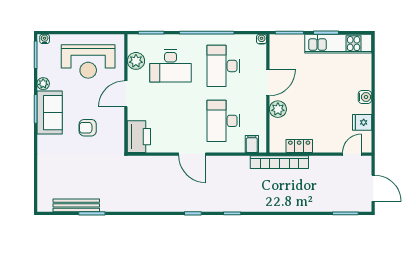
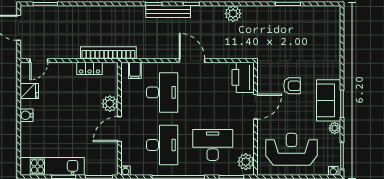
plant: (136, 61) -> (246, 162), moved
door: (126, 94) -> (255, 107), moved
plant: (149, 203) -> (233, 14), added
bench: (76, 205) -> (168, 12), moved

